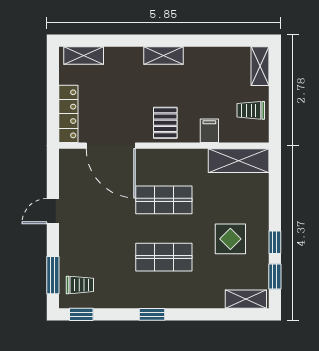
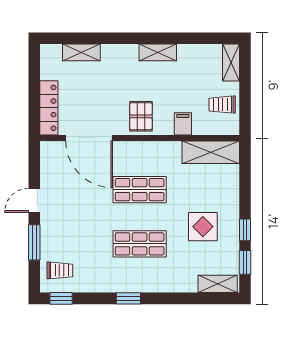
shelving: (163, 55) -> (158, 52), moved
shelving: (84, 56) -> (81, 52), moved
window: (53, 275) -> (34, 242), moved

